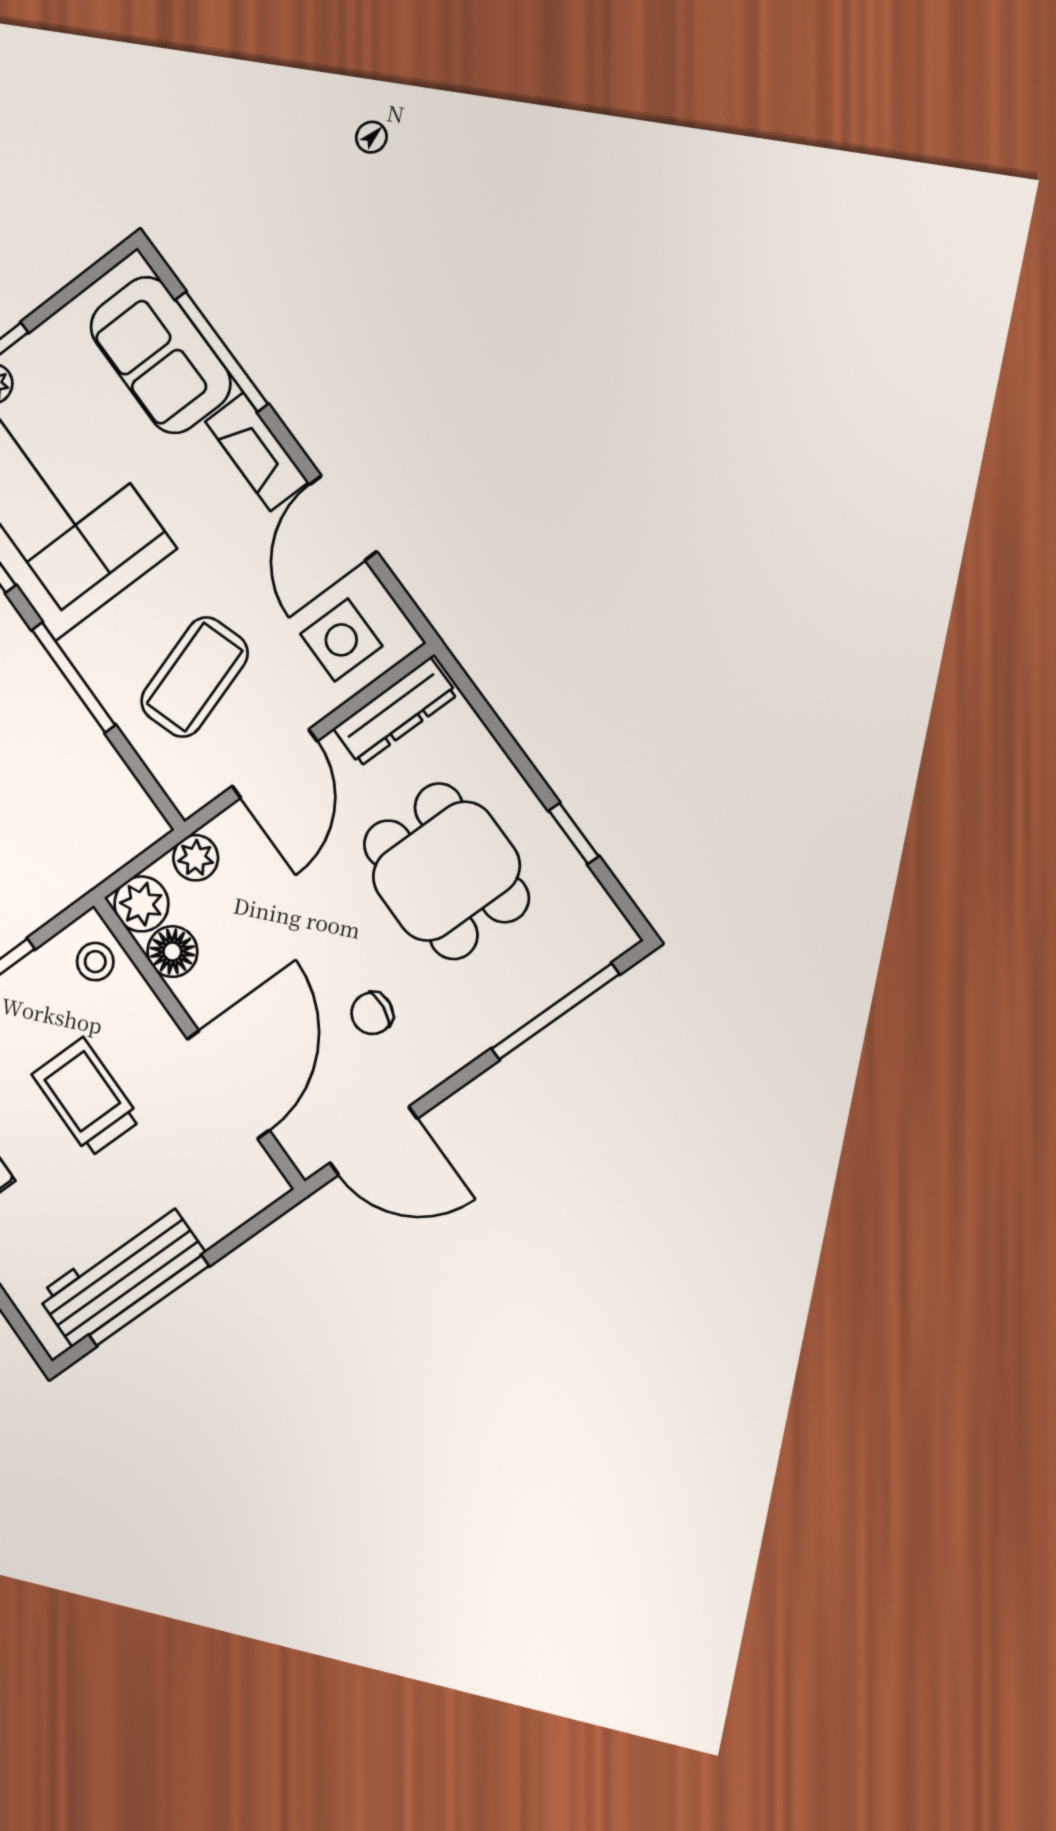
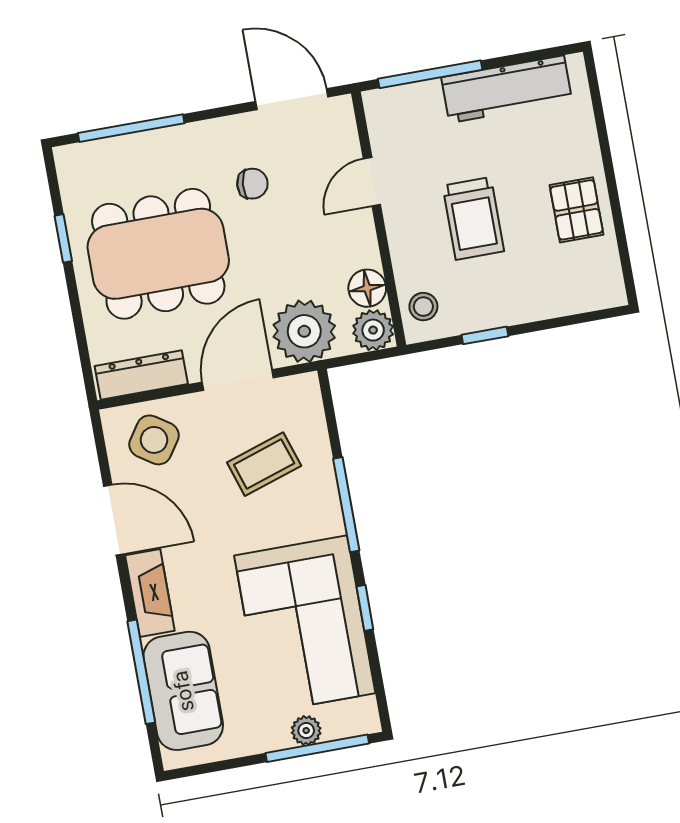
door: (343, 518) -> (114, 520), hinge flipped
side table: (341, 640) -> (154, 440), turned 34
coffee table: (194, 677) -> (264, 464), width x0.73, depth x0.77
plant: (196, 858) -> (304, 331), width x1.87, depth x1.87
dining table: (446, 871) -> (158, 254), width x1.38
door: (228, 1085) -> (372, 182), width x0.53
window: (149, 1301) -> (430, 74), moved

